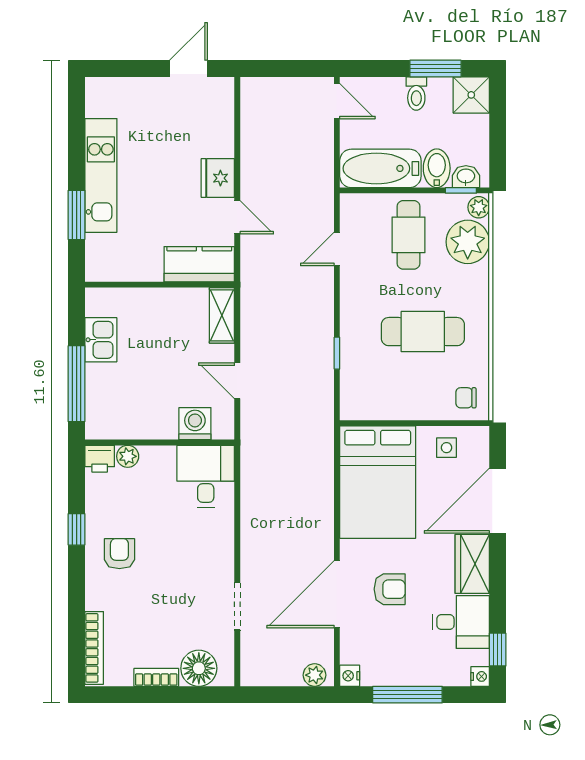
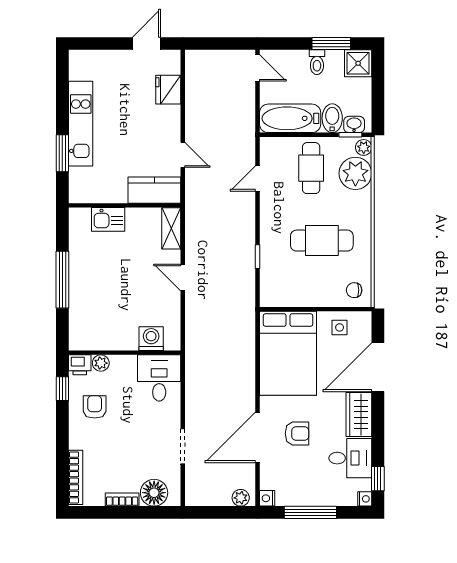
fridge: (218, 178) -> (168, 90), moved
kitchen sink: (101, 340) -> (108, 219), moved, turned 90
washing machine: (195, 424) -> (151, 339), moved
wall: (160, 442) -> (125, 353), moved
plant: (128, 456) -> (101, 363), moved
printer: (100, 459) -> (80, 365), moved
desk: (206, 476) -> (159, 378), moved

